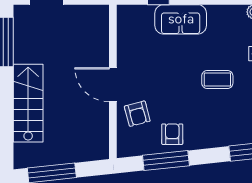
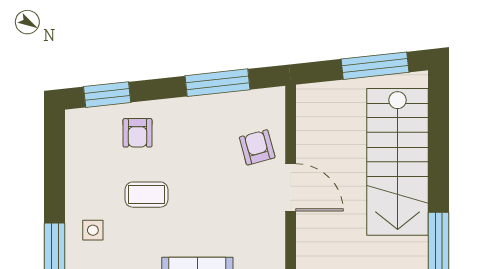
stairs: (28, 103) -> (398, 162), width x1.36, depth x1.51
armchair: (172, 134) -> (137, 133), moved

